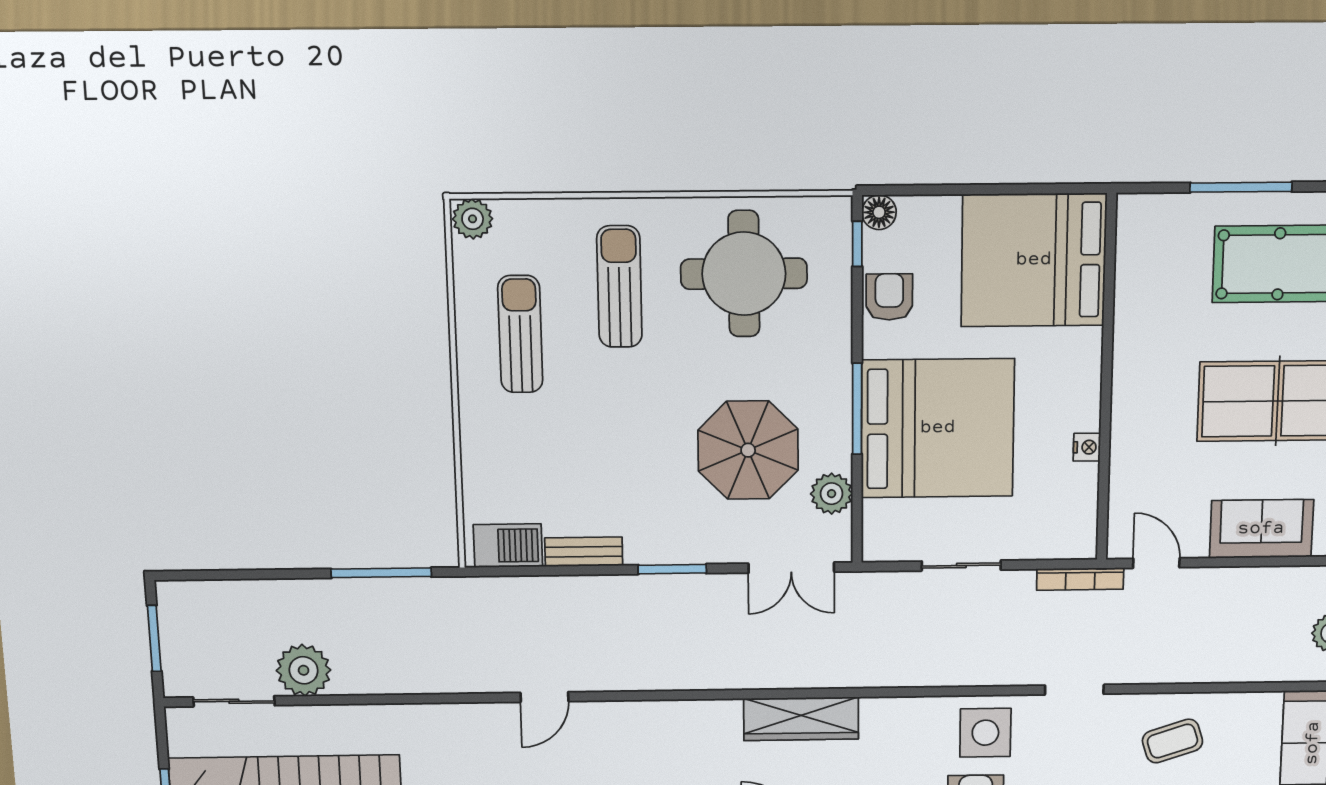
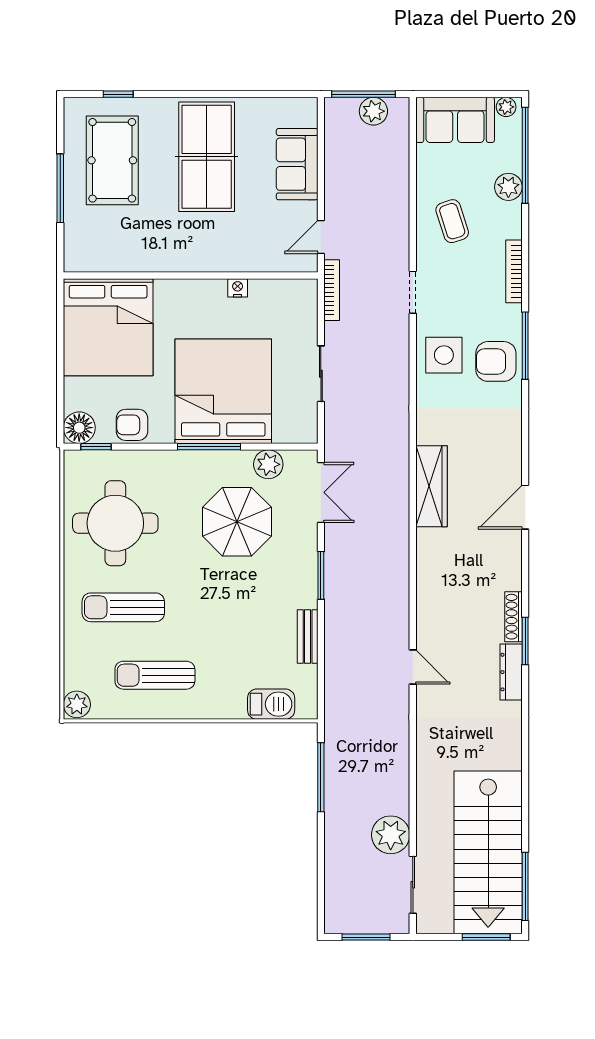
floor lamp: (879, 212) -> (79, 428), width x1.38, depth x1.38
barbecue: (508, 546) -> (271, 704), moved, turned 90

